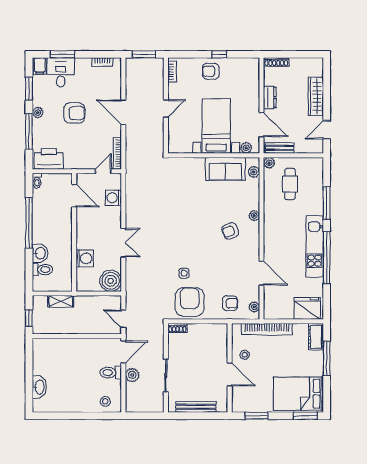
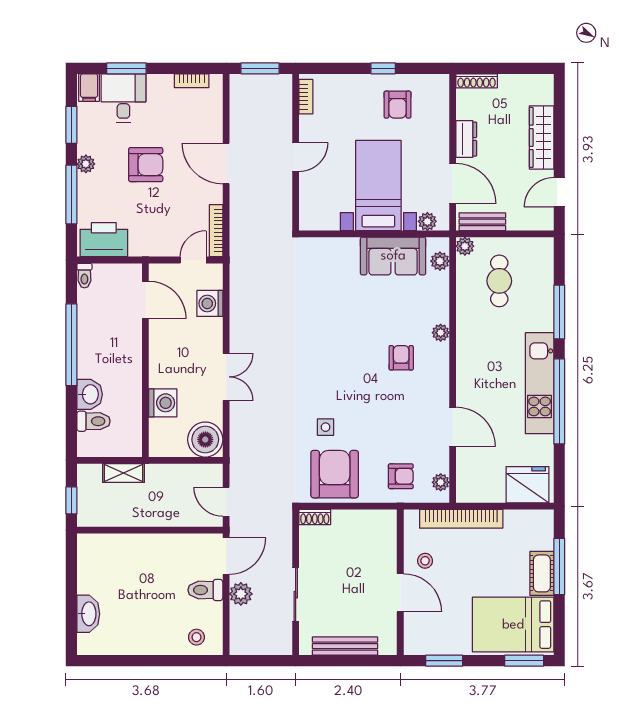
armchair: (211, 71) -> (397, 105), moved, turned -90
armchair: (230, 231) -> (401, 358), turned 111
cot: (316, 337) -> (542, 573), moved

